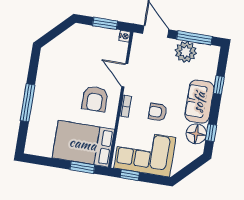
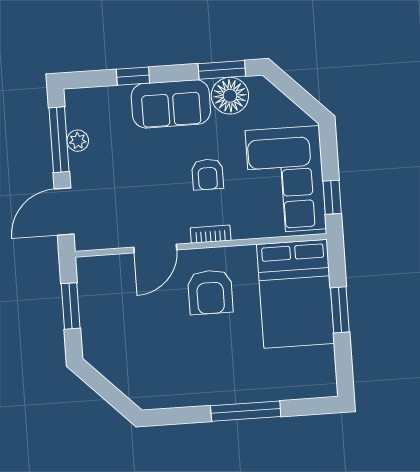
nightstand: (125, 36) -> (86, 265), removed
plant: (186, 52) -> (78, 141), width x0.53, depth x0.53
armchair: (95, 99) -> (210, 292), turned 90
window: (211, 133) -> (222, 70), width x1.50
window: (82, 167) -> (340, 310), moved

